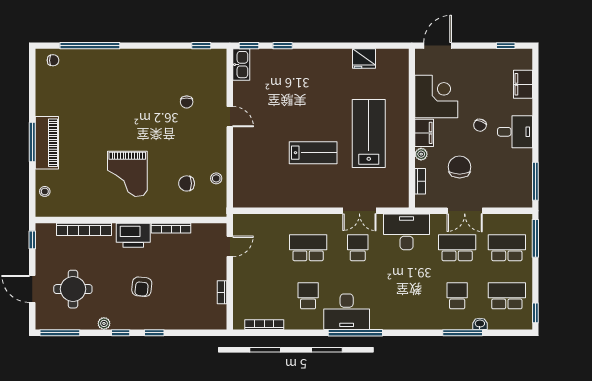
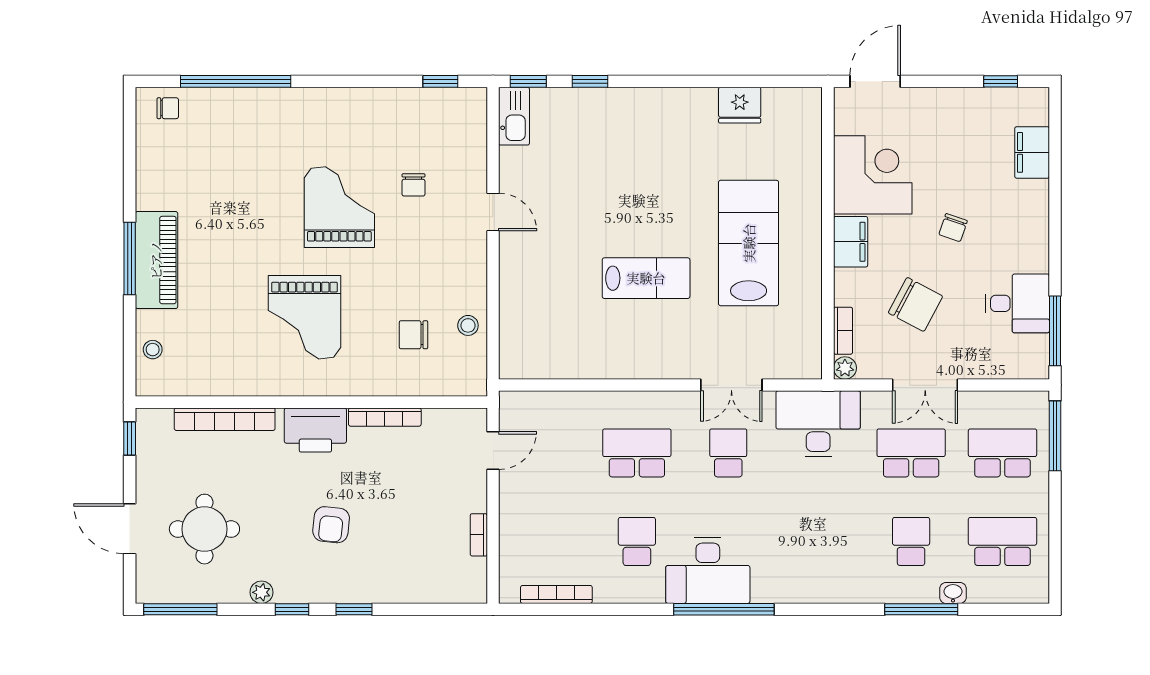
grand piano: (146, 114) -> (339, 207), added
desk: (515, 132) -> (1017, 303), moved
plant: (421, 154) -> (845, 368), moved
chair: (460, 167) -> (915, 304), turned 118
window: (535, 313) -> (1055, 573), removed

